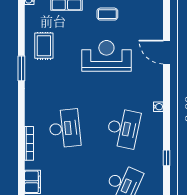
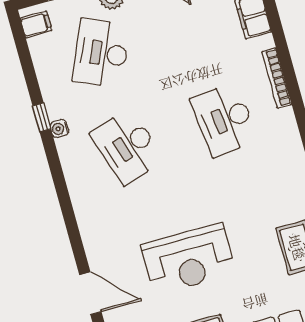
water cooler: (158, 107) -> (59, 129), moved
desk: (123, 128) -> (127, 146), turned -30

